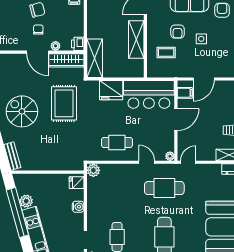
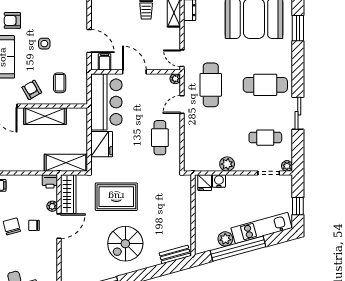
armchair: (178, 32) -> (32, 90), moved, turned -120
plant: (93, 170) -> (227, 164), moved
water cooler: (78, 207) -> (219, 181), moved

